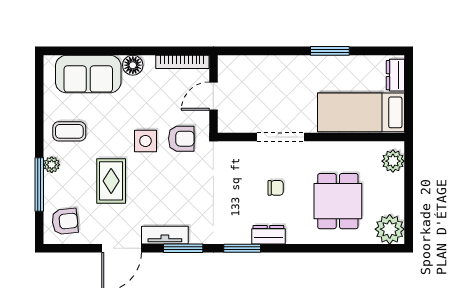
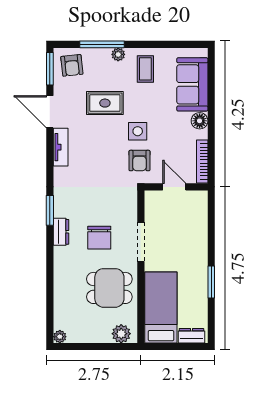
chair: (276, 188) -> (99, 238), width x1.87, depth x1.87
dining table: (338, 201) -> (109, 288), moved
plant: (390, 229) -> (60, 337), width x0.53, depth x0.53
window: (183, 248) -> (50, 69), moved

